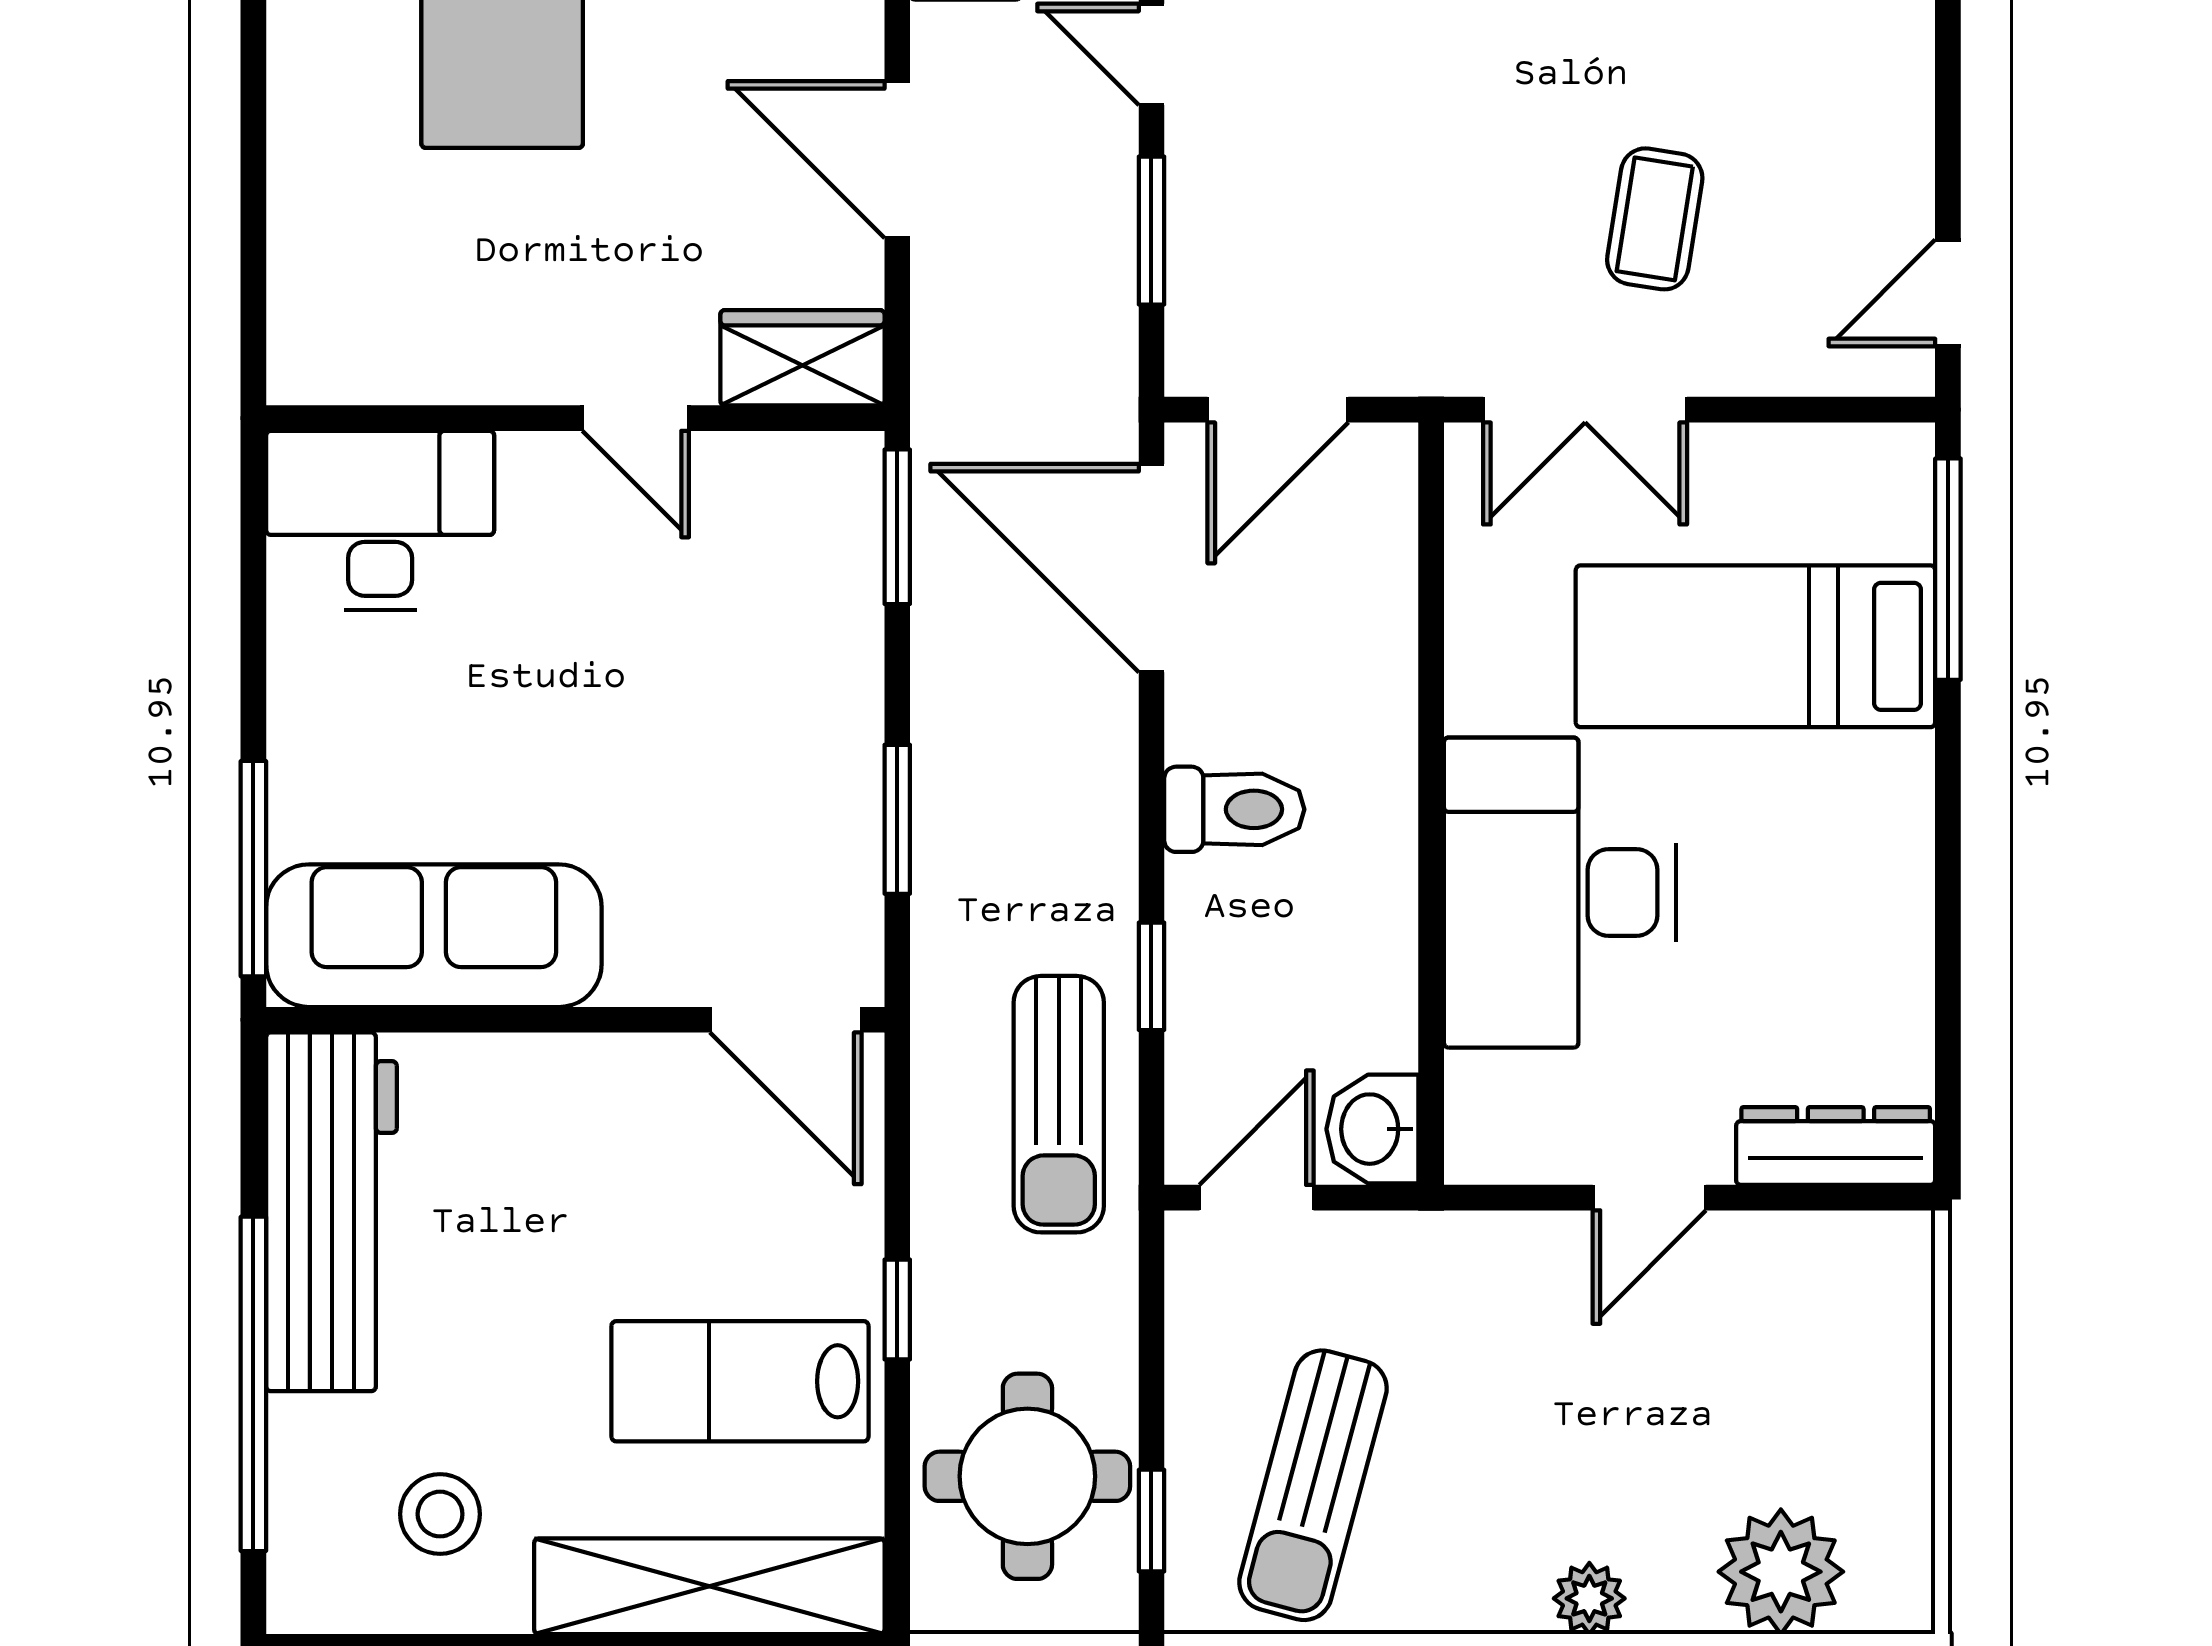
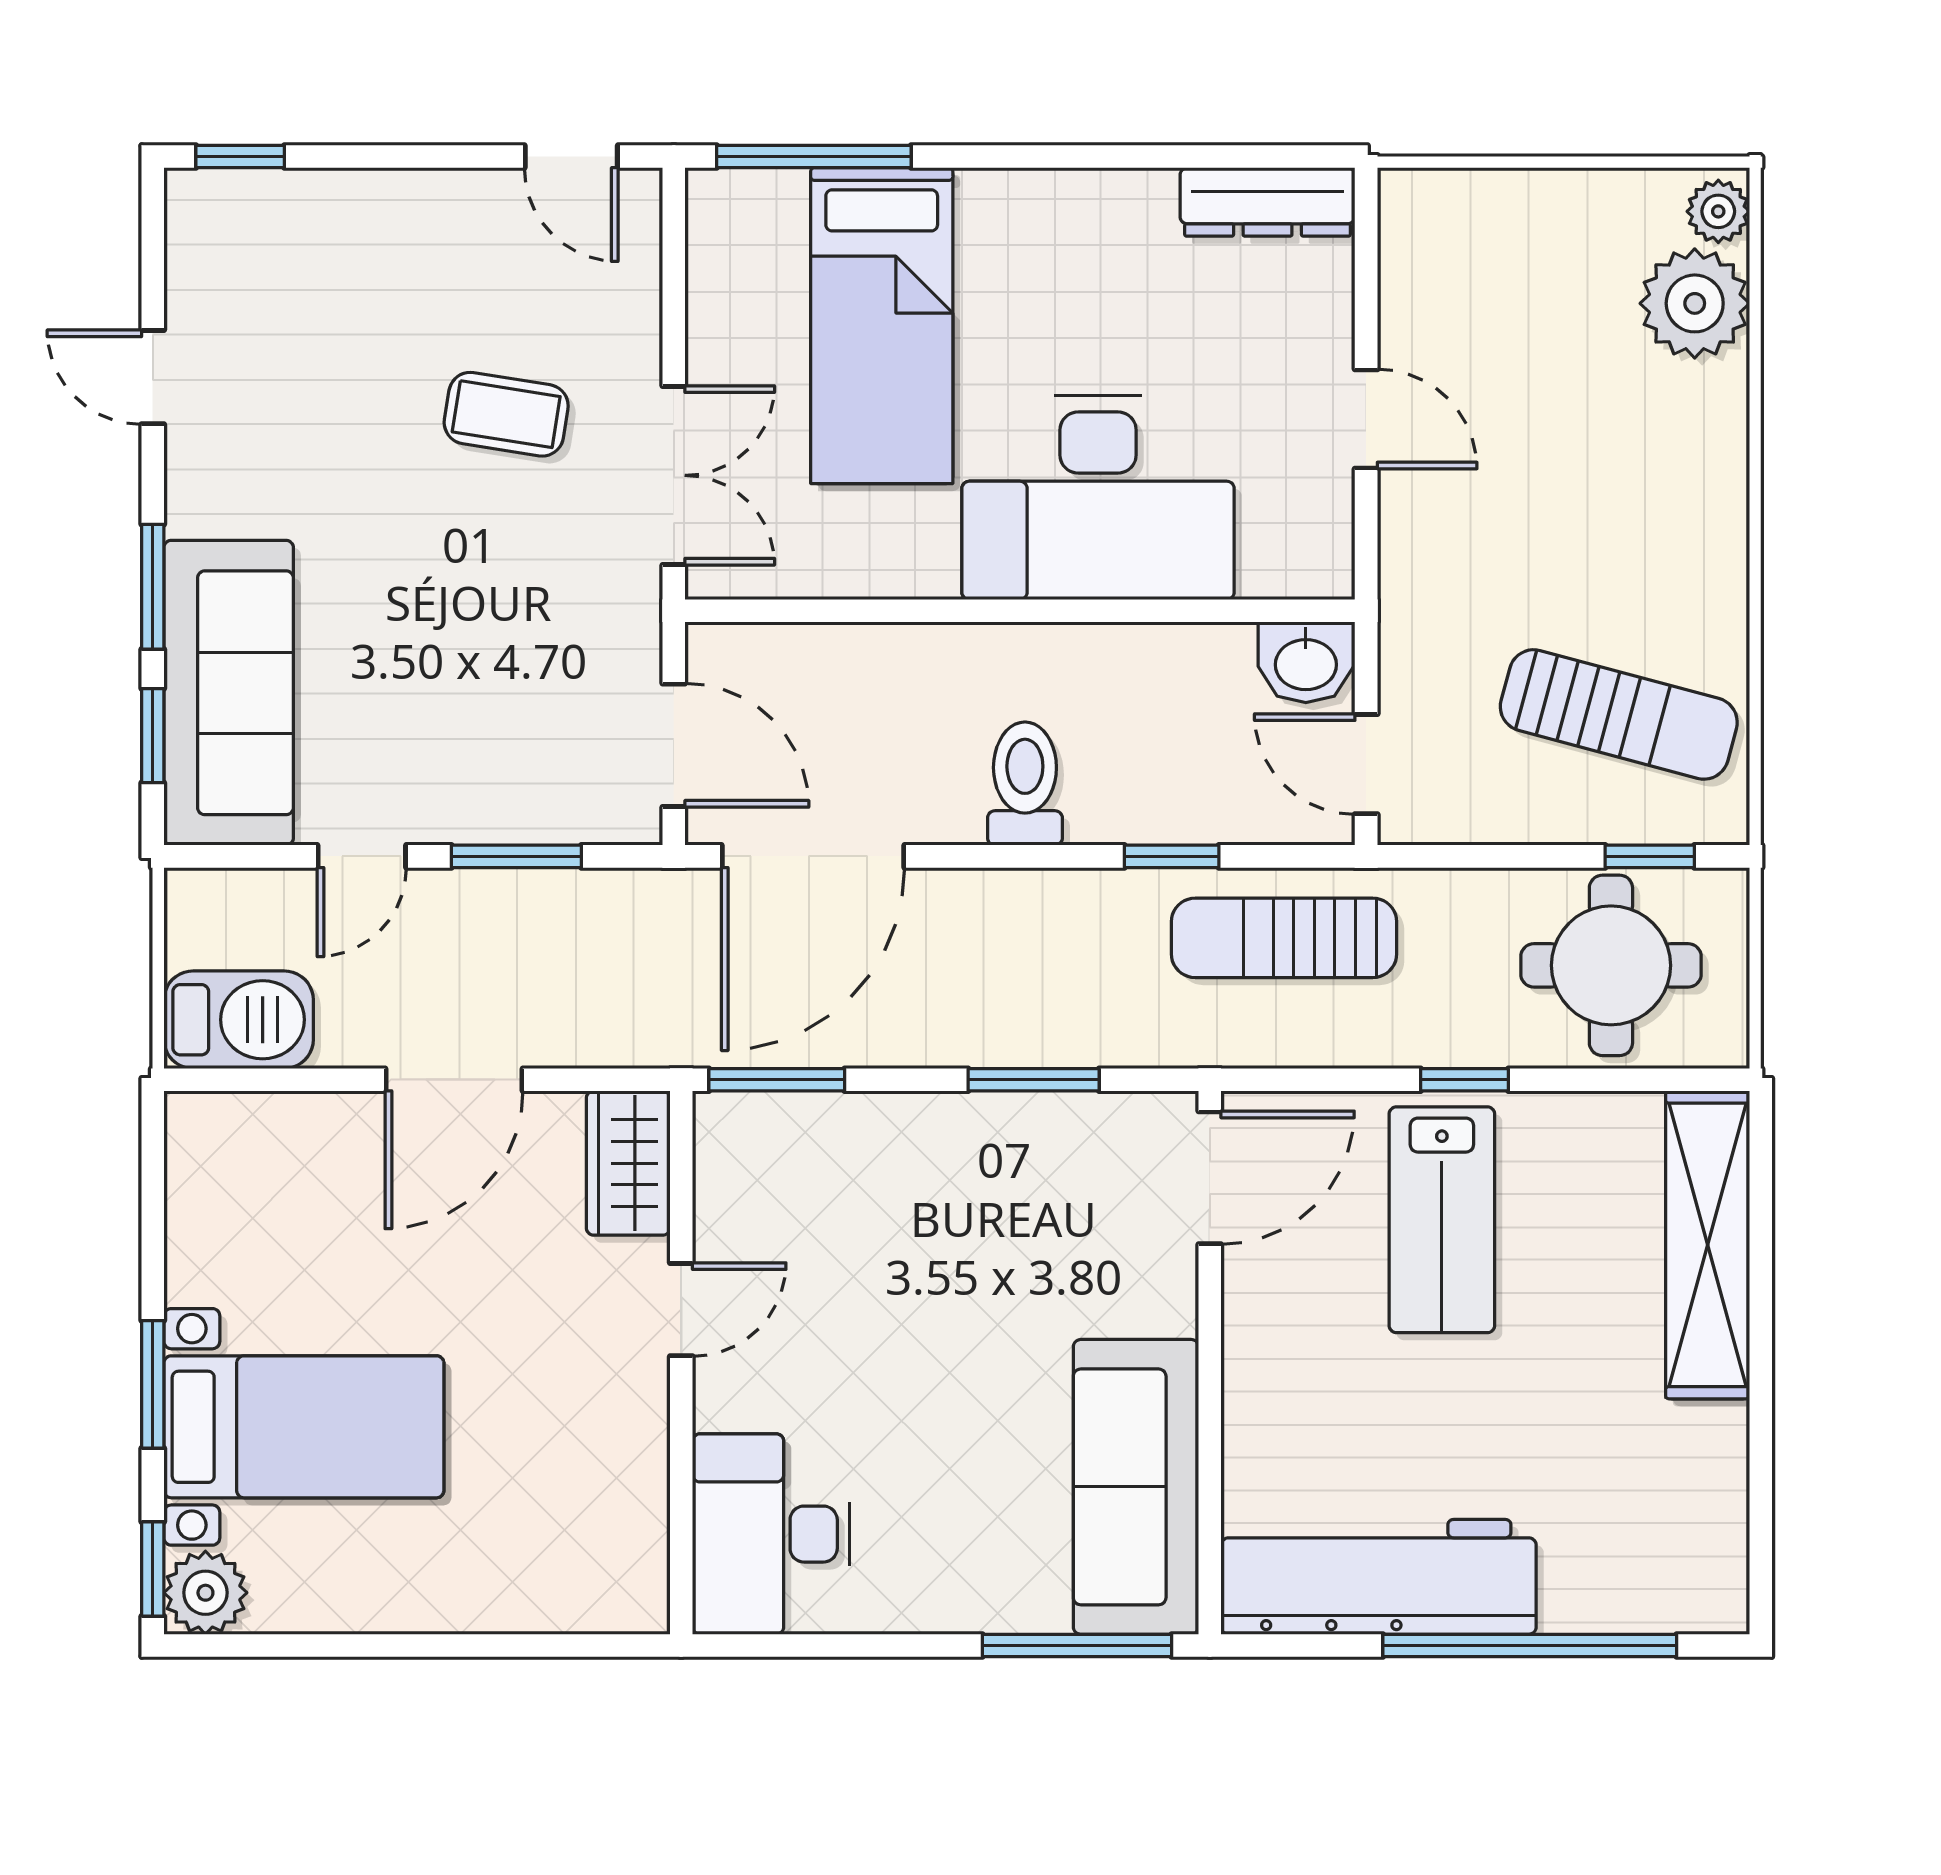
sun lounger: (1059, 1104) -> (1284, 938), turned 180
dresser: (1836, 1146) -> (1268, 202), moved, turned -90
lab bench: (740, 1381) -> (1442, 1220), moved
stool: (440, 1514) -> (1644, 1481), removed
plant: (1589, 1598) -> (1718, 211), moved

